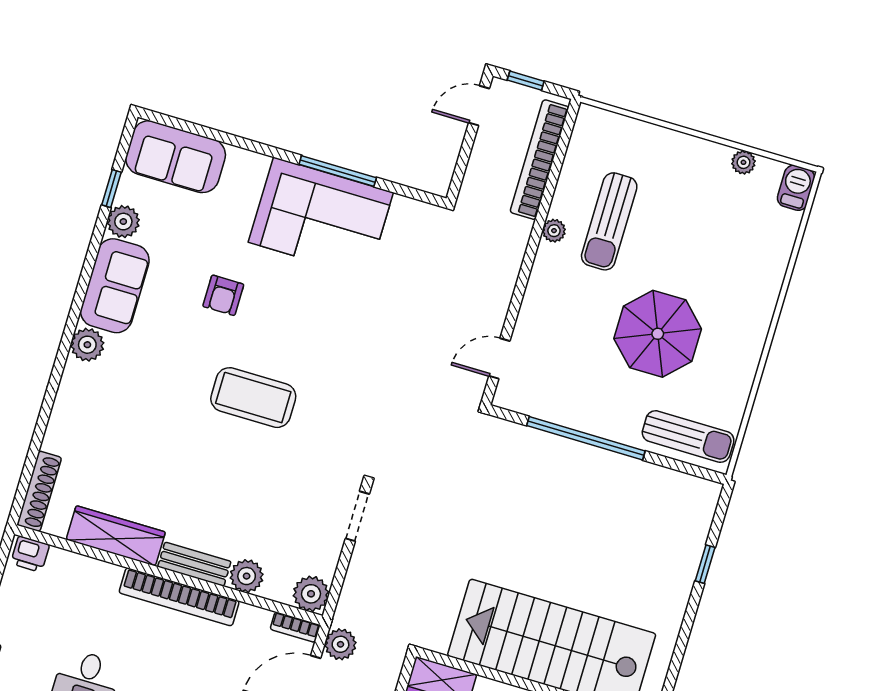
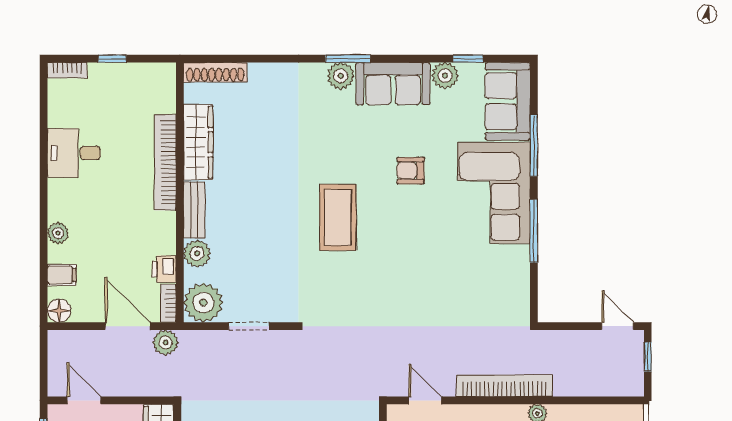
window: (237, 141) -> (534, 146), added
bookcase: (539, 160) -> (504, 386), moved
corner sofa: (321, 217) -> (494, 193), moved
window: (70, 330) -> (348, 59), added
doorway: (357, 516) -> (249, 326), moved
printer: (30, 554) -> (164, 269), moved
plant: (311, 594) -> (203, 303), width x1.36, depth x1.36
bookcase: (179, 597) -> (165, 162), moved

